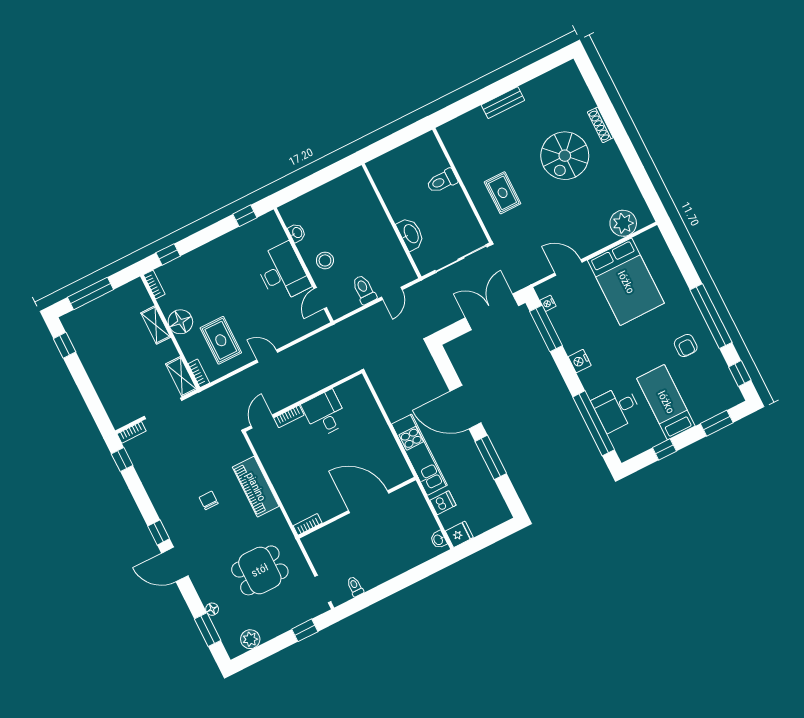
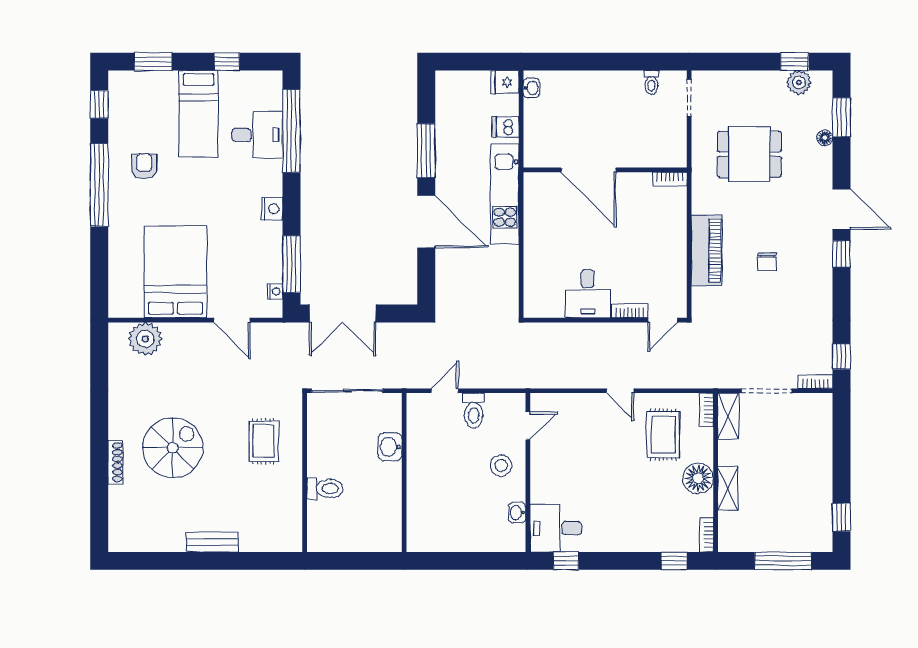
washbasin: (411, 234) -> (390, 447), width x0.72
desk: (282, 272) -> (556, 528), moved, width x0.73
window: (305, 630) -> (794, 62), moved

